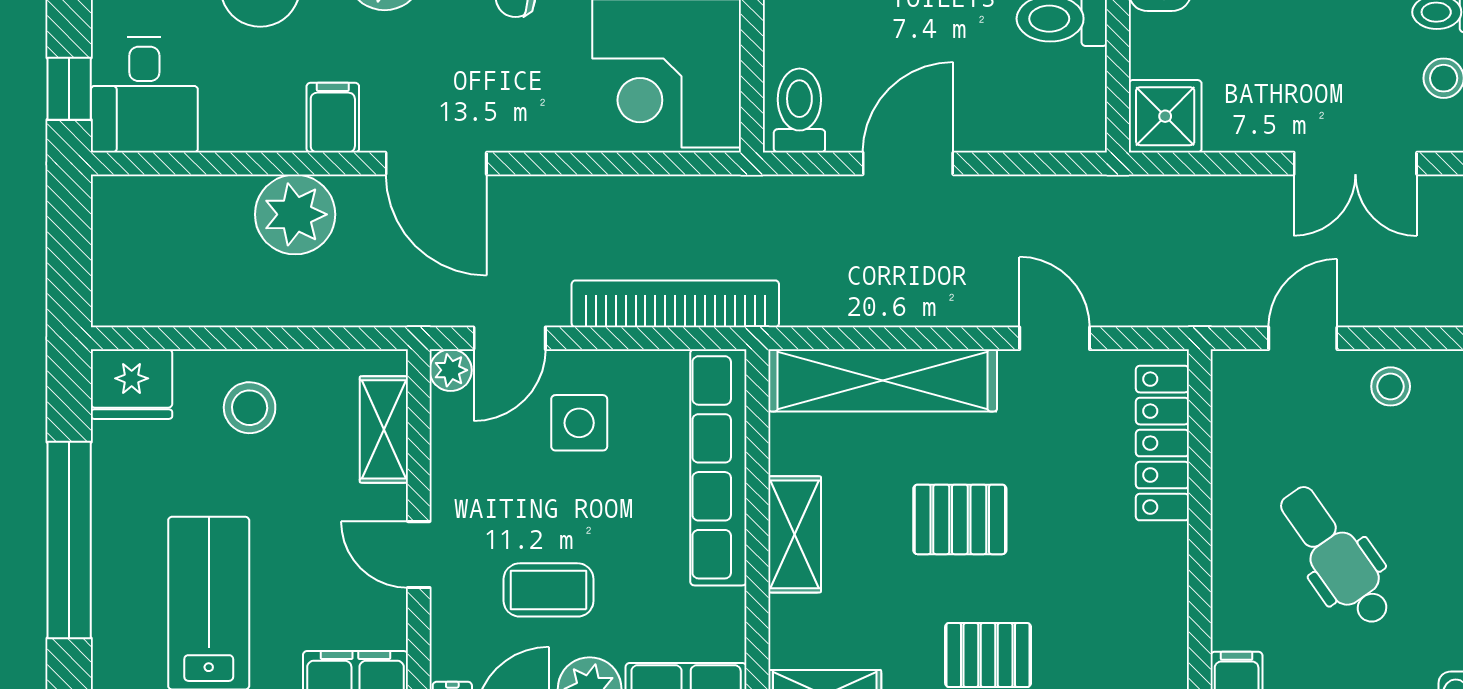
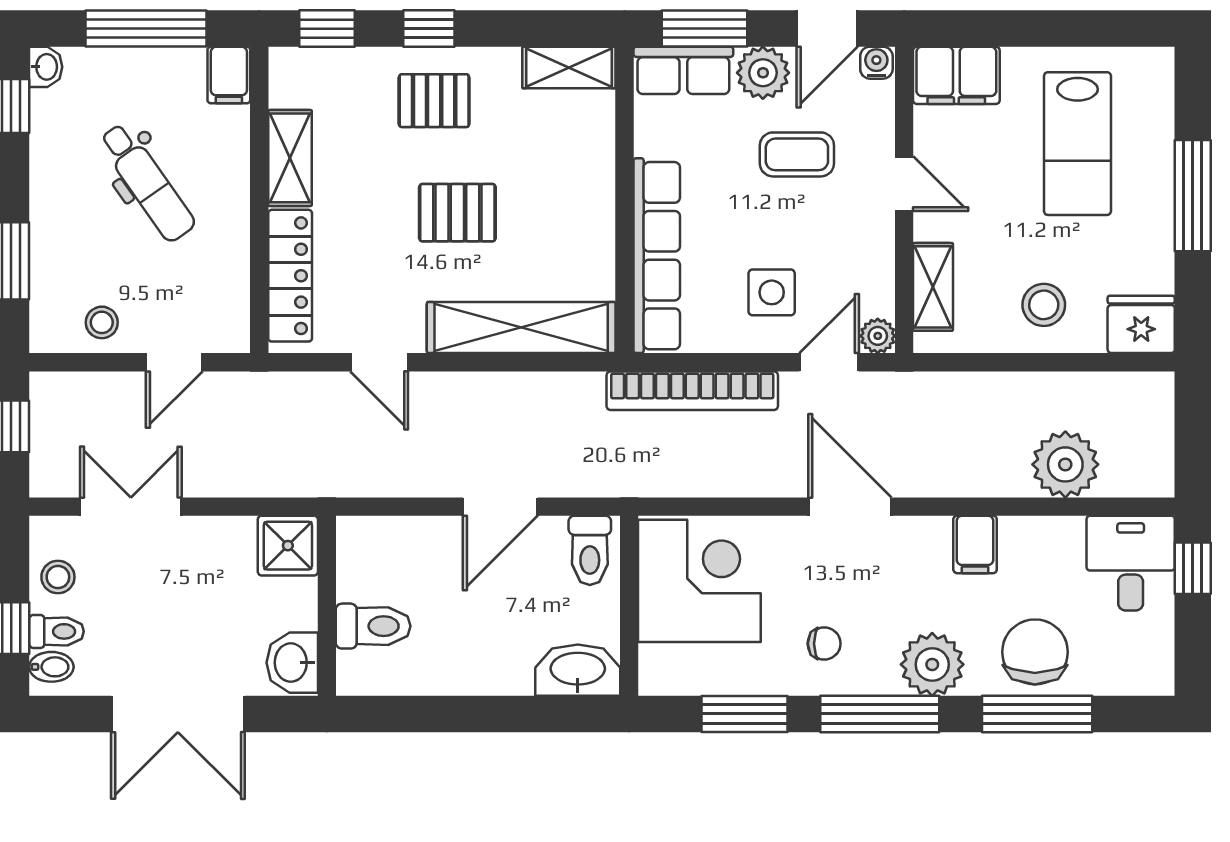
door: (436, 163) -> (850, 507), moved
plant: (295, 214) -> (1065, 464), moved
shelving: (795, 534) -> (290, 158), moved
window: (69, 540) -> (1193, 196), width x0.68

